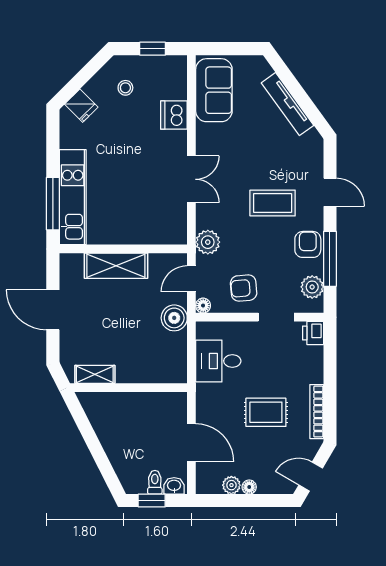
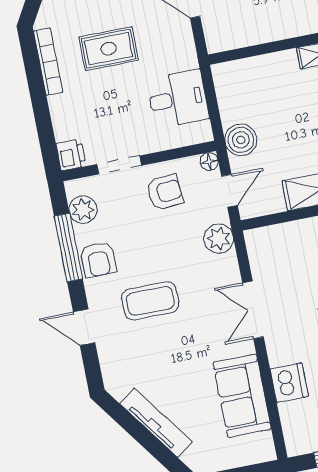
sofa: (214, 90) -> (242, 396), moved

